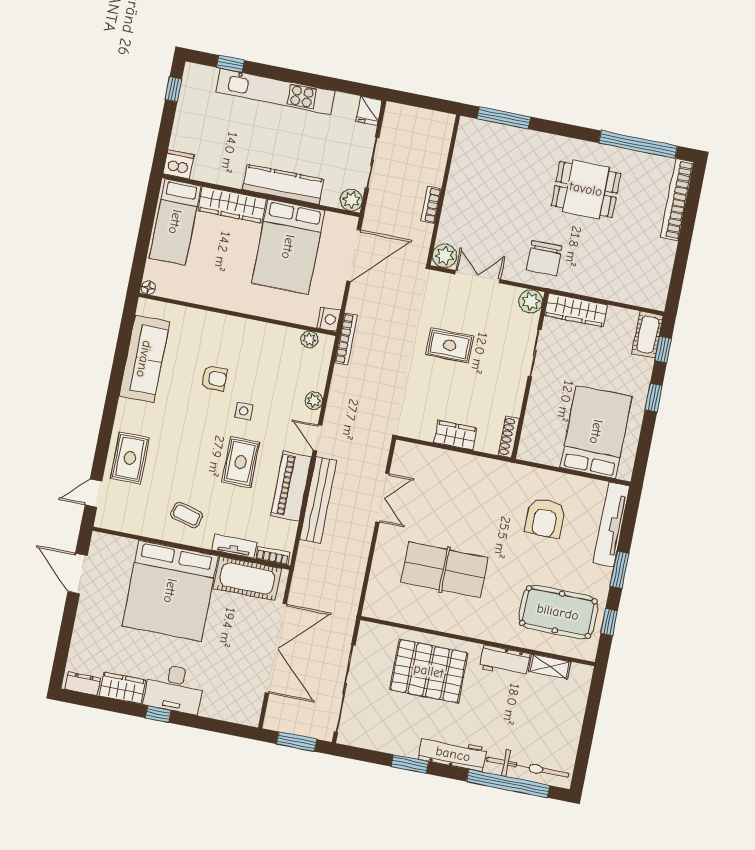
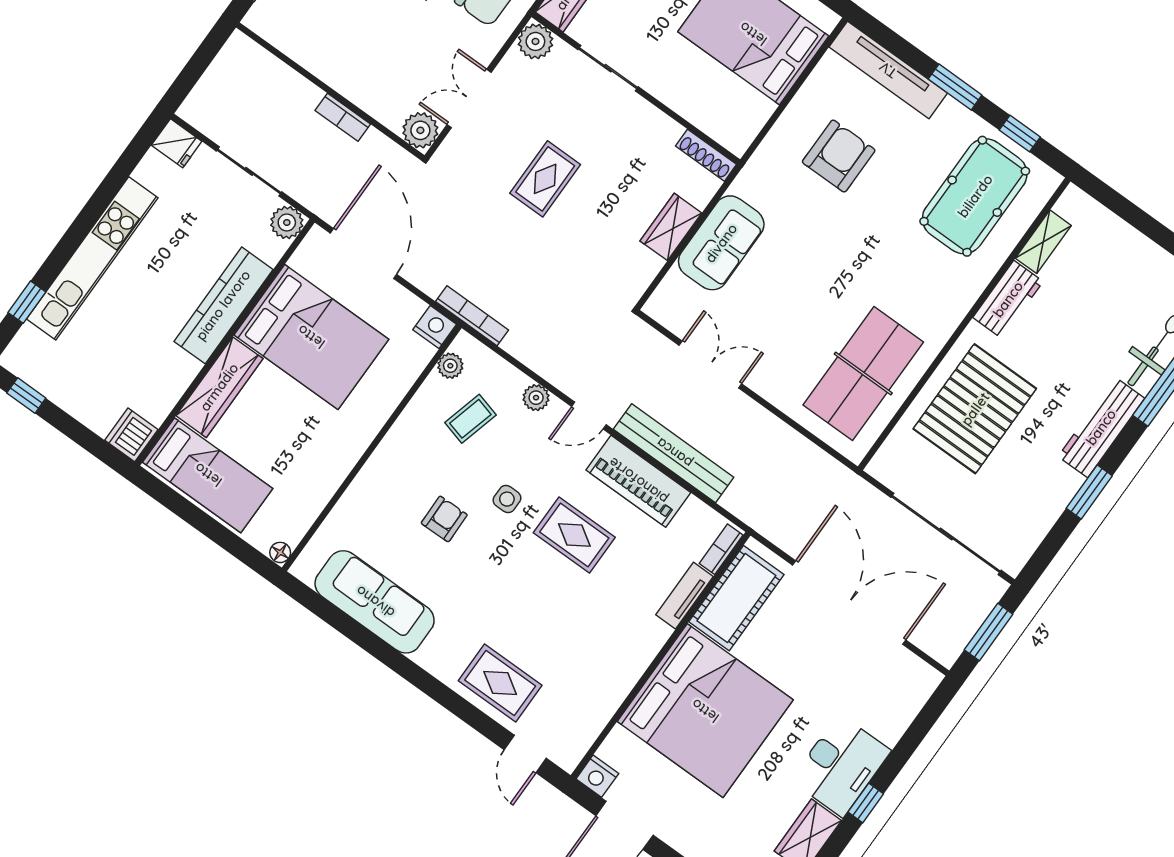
sofa: (460, 470) -> (721, 243), added
coffee table: (187, 515) -> (470, 419), moved
armchair: (545, 518) -> (839, 156), turned -90
nightstand: (100, 543) -> (597, 776), added
table tennis table: (445, 570) -> (863, 374), moved

